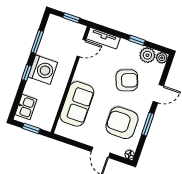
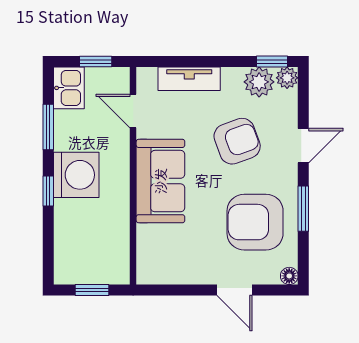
tv unit: (103, 38) -> (189, 79), moved
window: (137, 40) -> (272, 62), moved
door: (81, 48) -> (133, 111), swing flipped
sofa: (77, 104) -> (160, 181), moved
kitchen sink: (26, 107) -> (69, 88), moved

